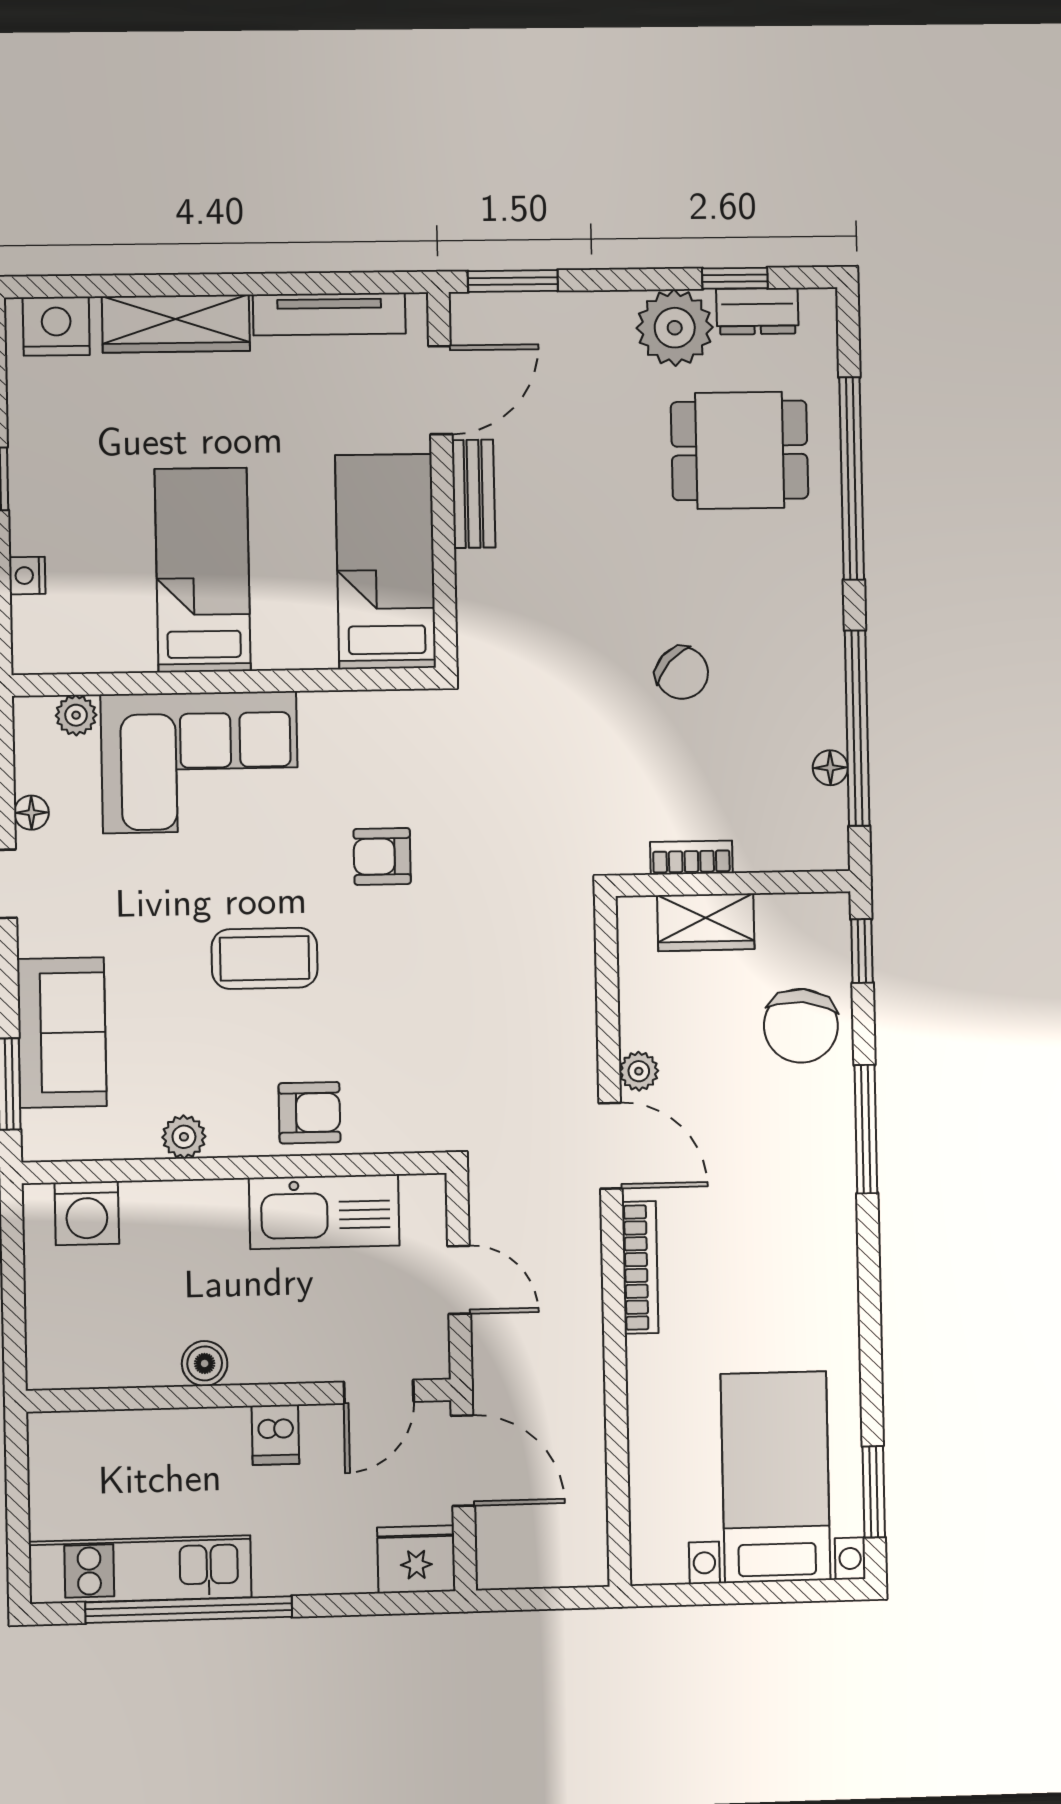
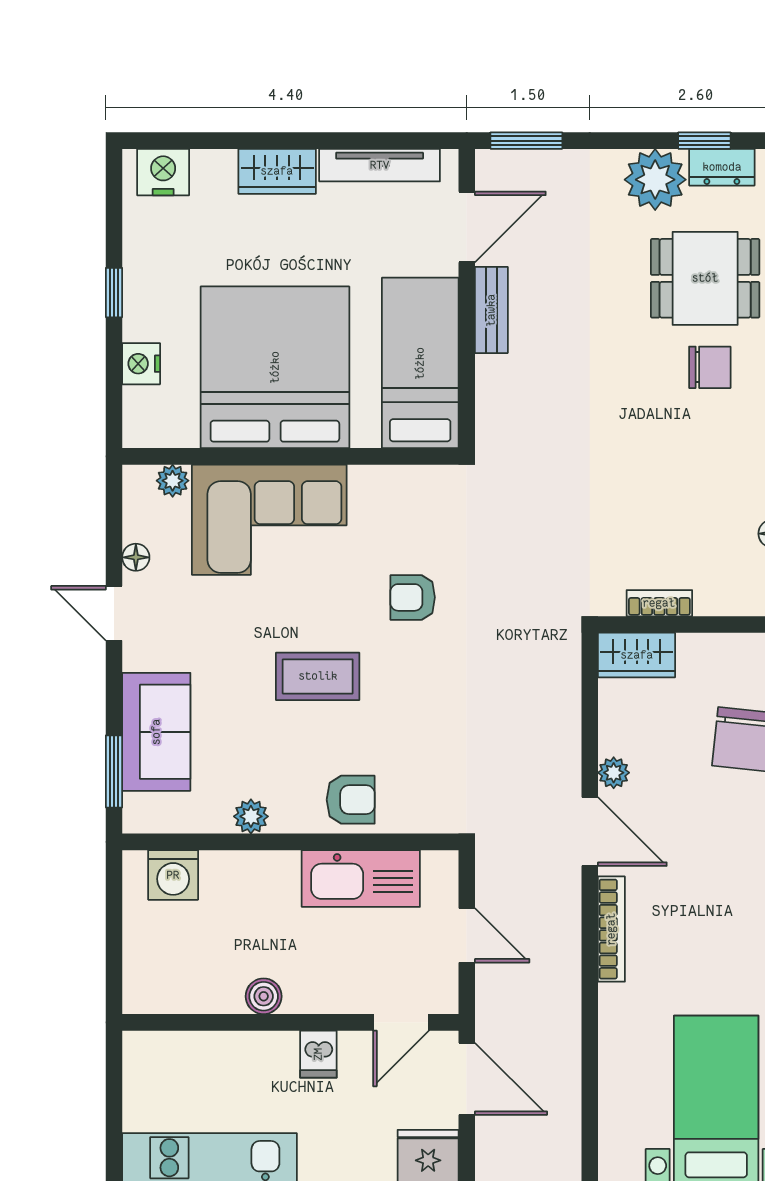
wardrobe: (176, 324) -> (277, 171), width x0.67
bed: (203, 570) -> (275, 367), width x2.04
nightstand: (27, 576) -> (141, 364), width x1.39, depth x1.35
chair: (682, 673) -> (710, 367), moved, turned -42
wardrobe: (706, 922) -> (637, 655), moved

